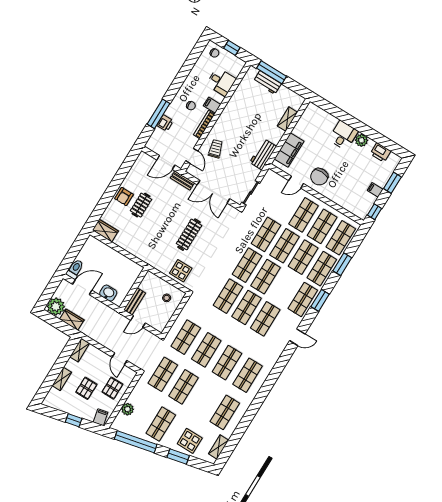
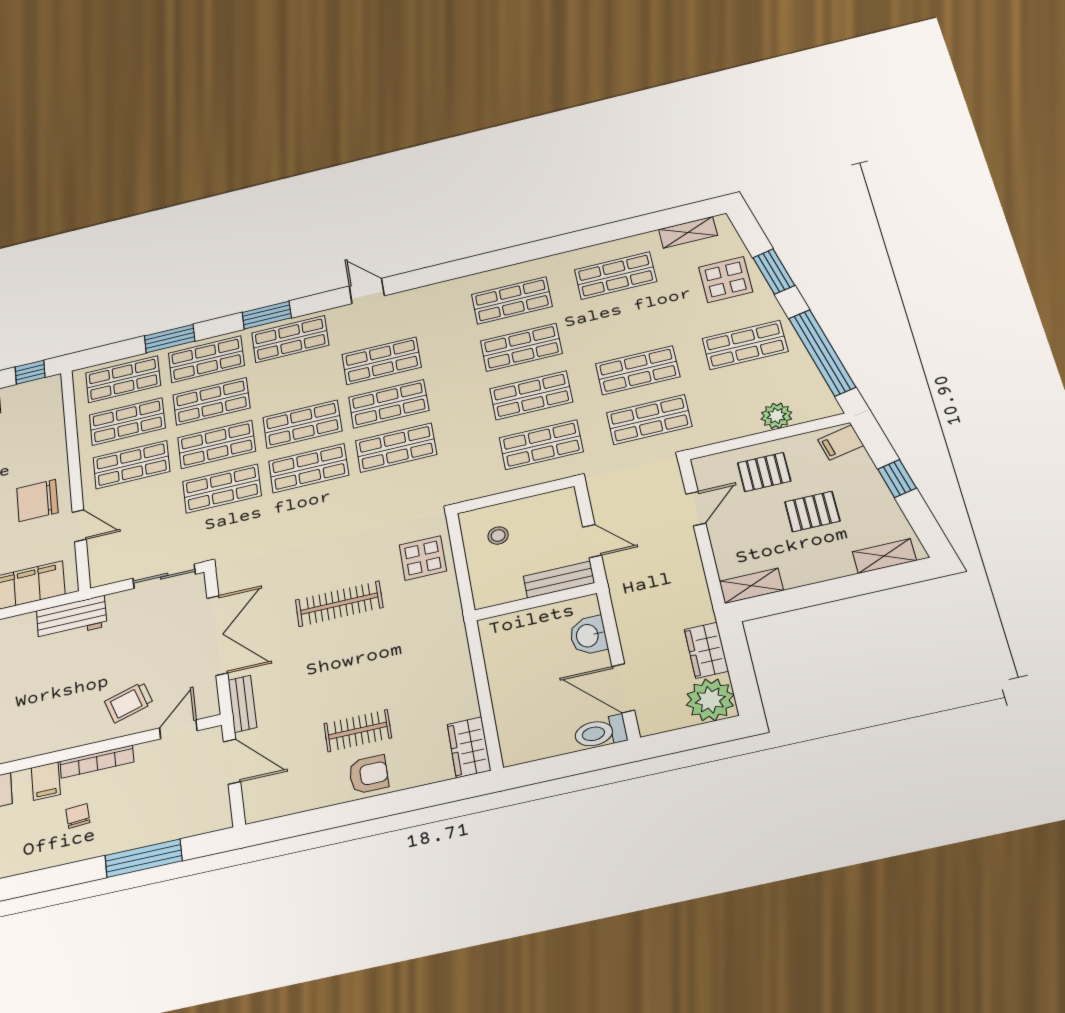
printer: (165, 123) -> (153, 831), removed
chair: (319, 177) -> (37, 501), turned 180
shelving: (62, 379) -> (884, 556), moved

